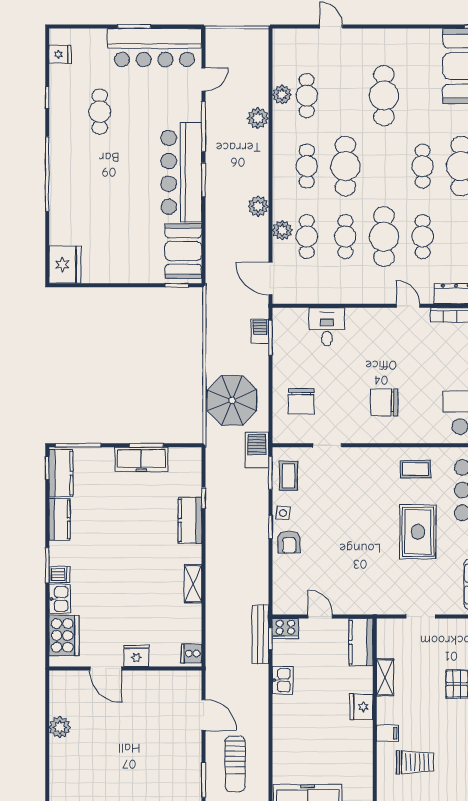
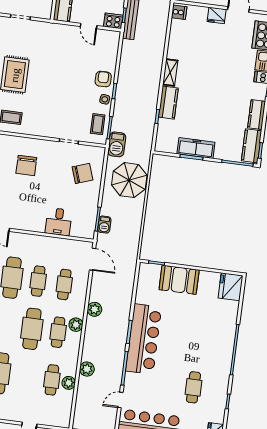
plant: (282, 230) -> (76, 325), moved
booth: (183, 251) -> (179, 280), moved, turned 90
chair: (301, 401) -> (82, 173), turned 71
chair: (384, 402) -> (26, 165), turned 90
shelving: (193, 584) -> (170, 73), moved

